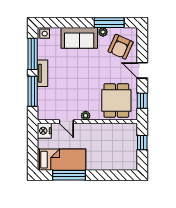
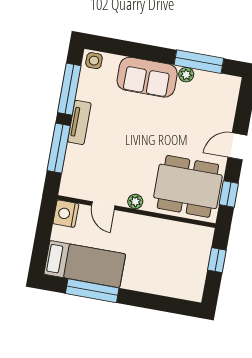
armchair: (121, 47) -> (210, 103), removed
door: (142, 70) -> (237, 146), hinge flipped
dining table: (116, 100) -> (188, 186), width x1.37

